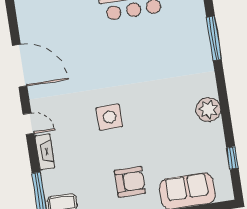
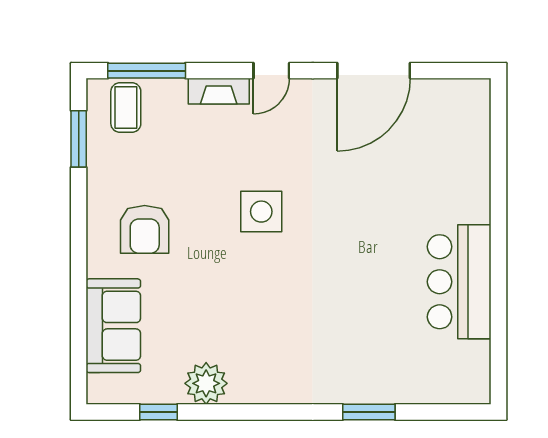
window: (214, 38) -> (369, 412), width x0.69
plant: (208, 109) -> (206, 383), moved

